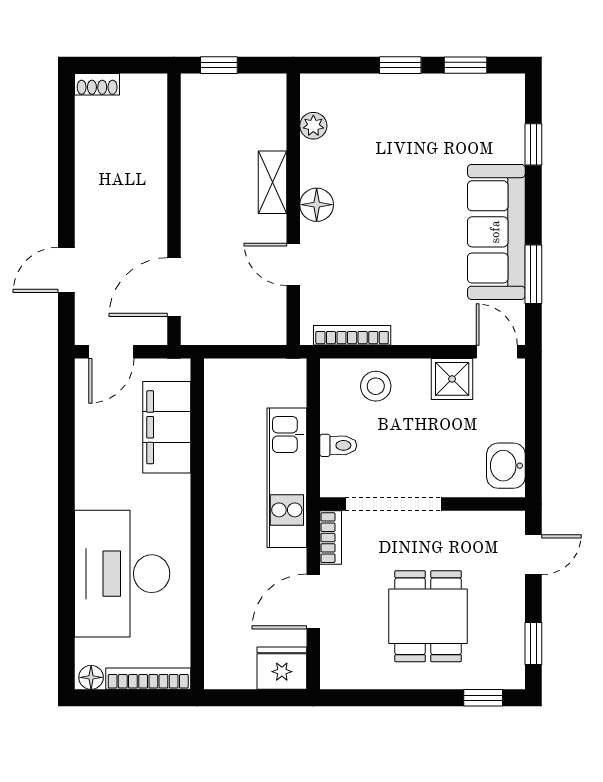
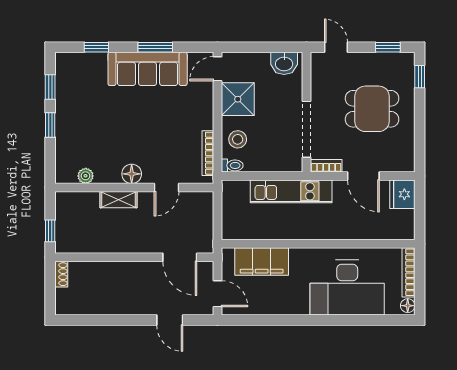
shoe rack: (97, 84) -> (61, 274), moved
window: (533, 274) -> (155, 47), moved
shower: (452, 379) -> (238, 99), width x1.36, depth x1.36
toilet: (338, 445) -> (232, 165), moved, turned 90

